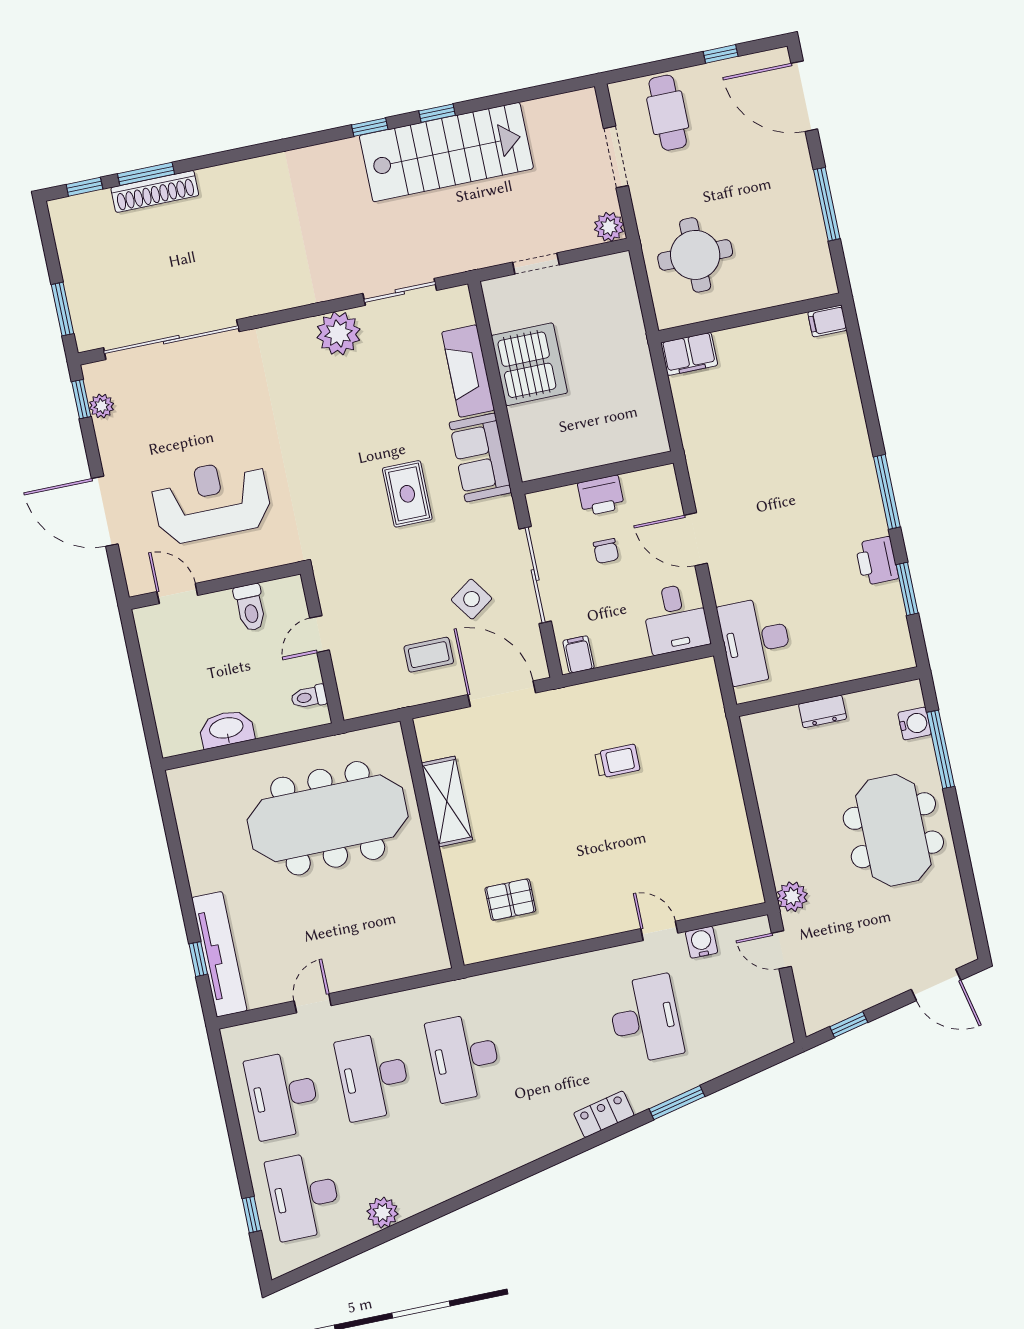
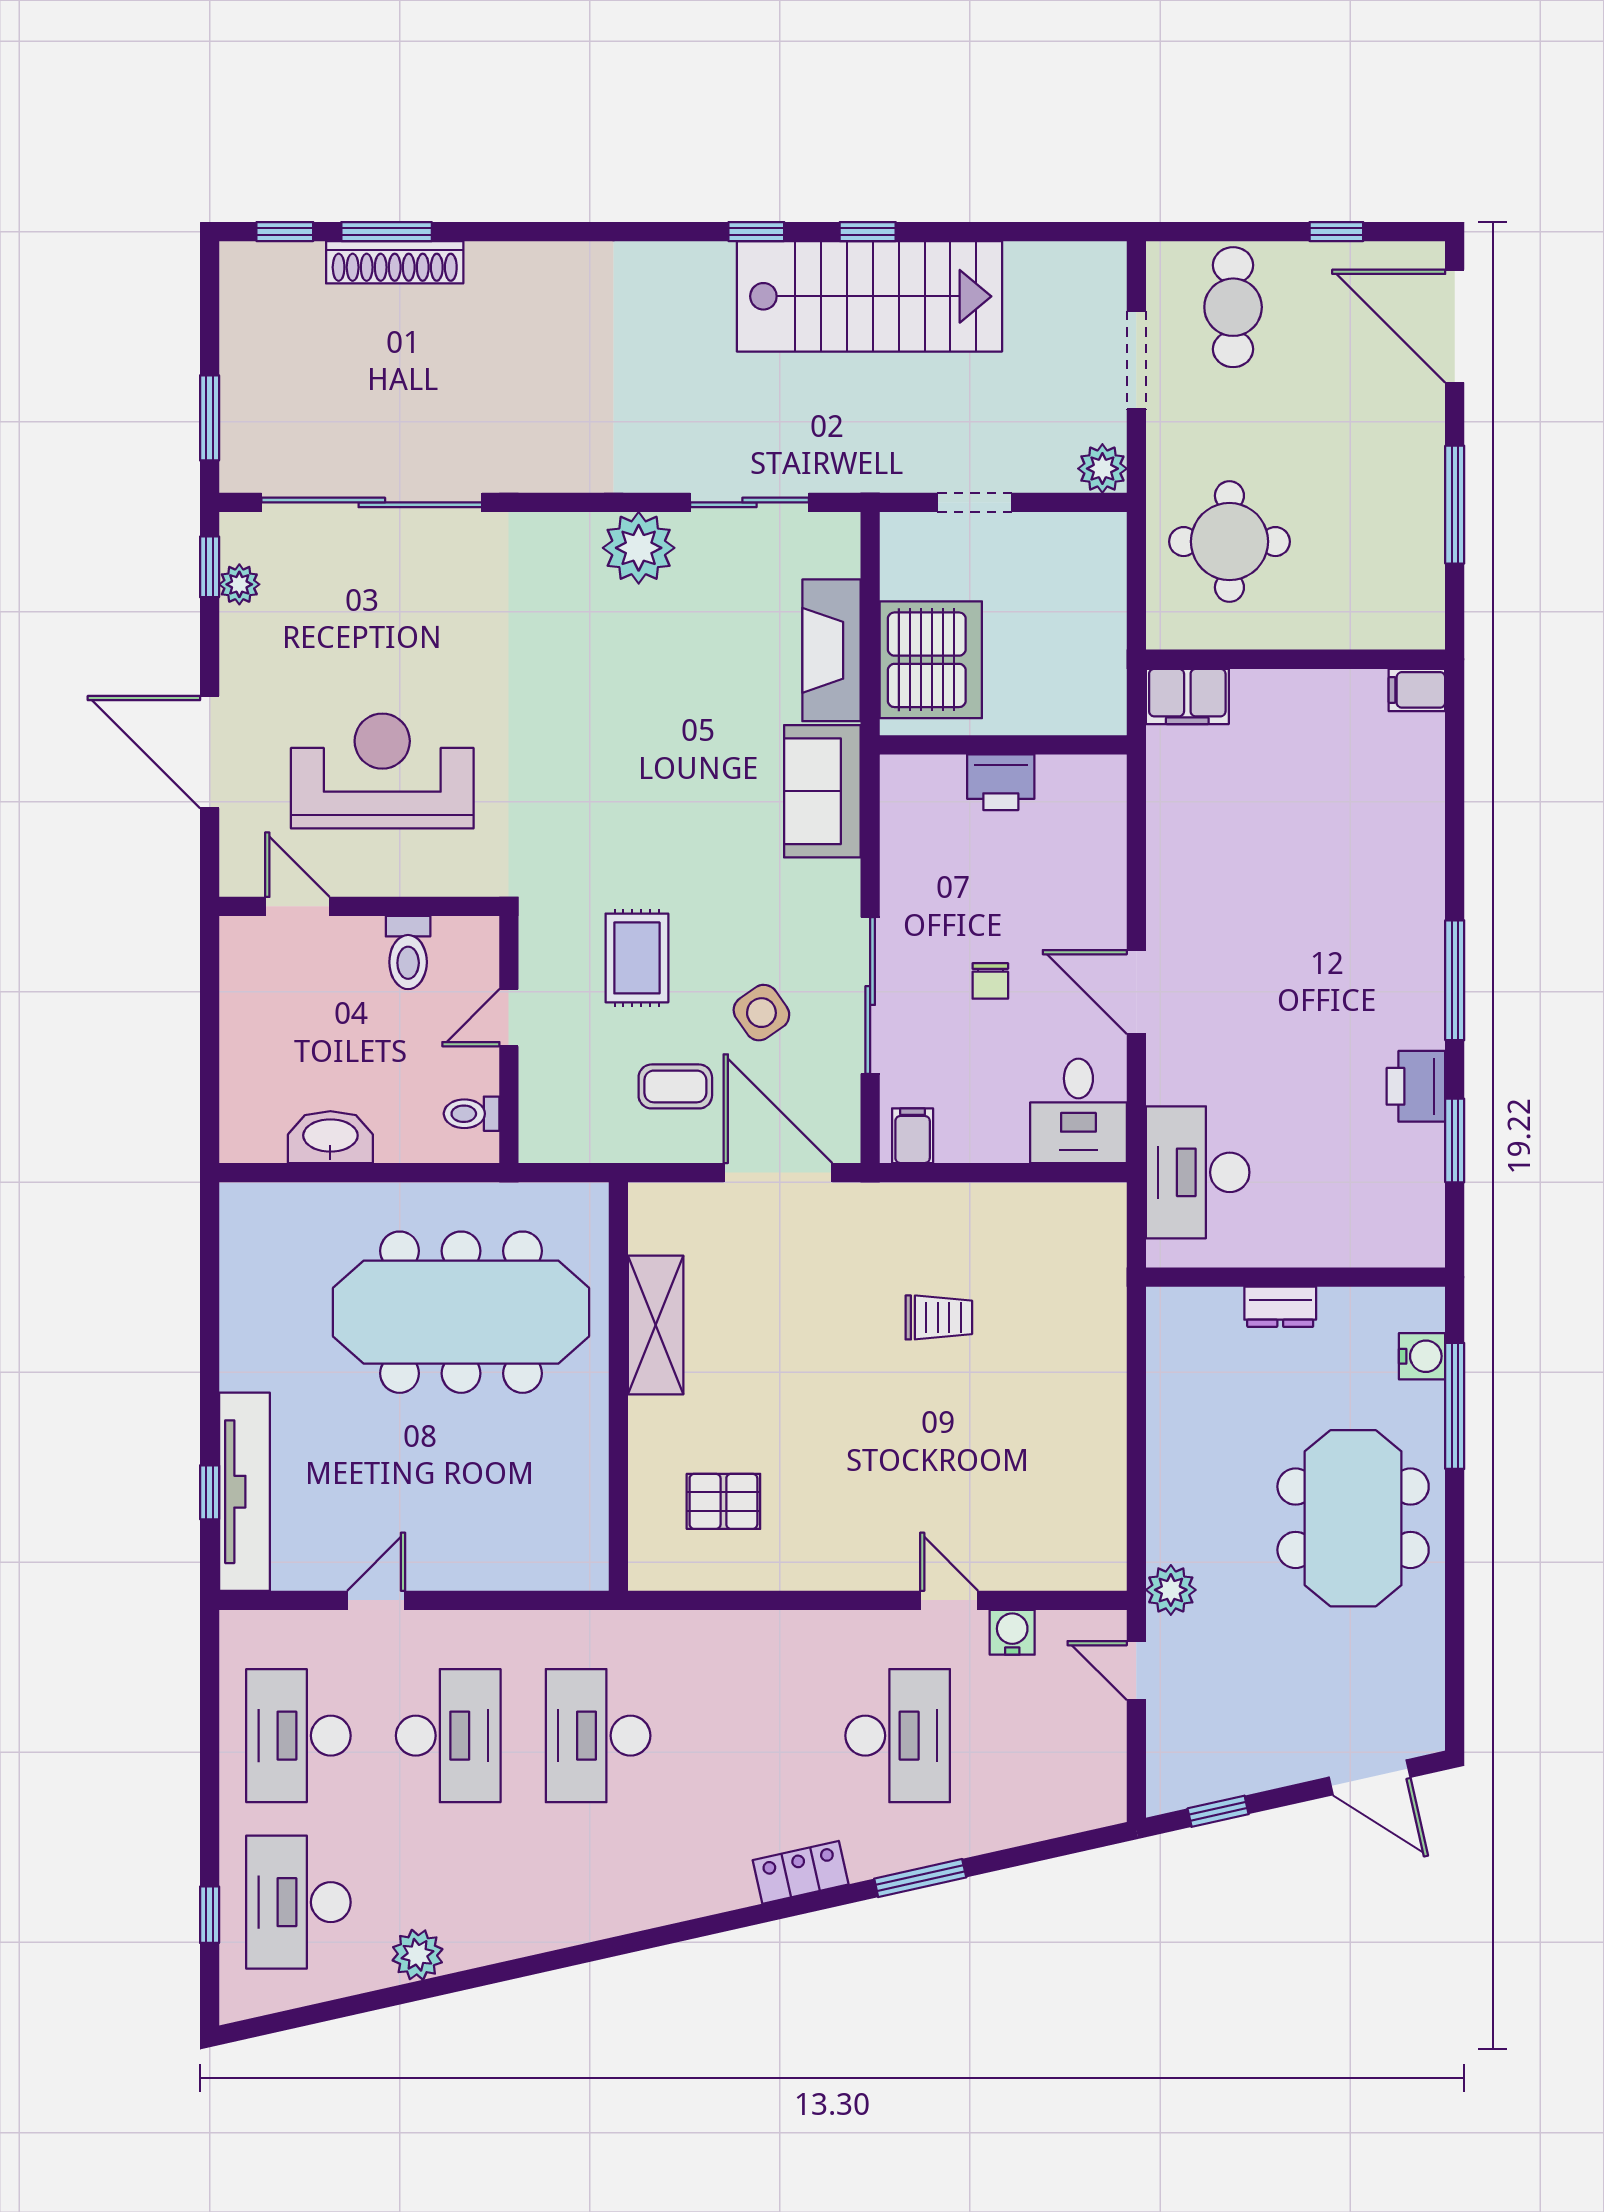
wall: (598, 473) -> (1003, 745), moved
rug: (407, 494) -> (637, 958), moved
printer: (601, 496) -> (1001, 782), moved
desk: (373, 1076) -> (448, 1736), turned 180

